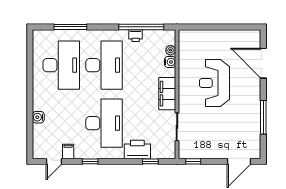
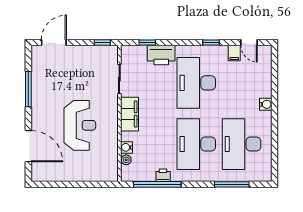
water cooler: (38, 117) -> (266, 104), moved
door: (54, 161) -> (249, 43), swing flipped

